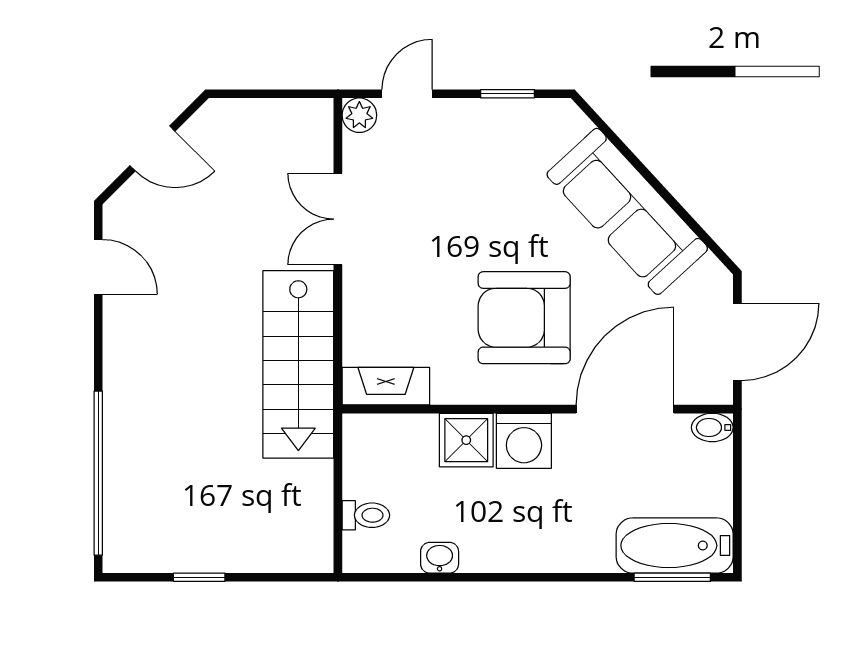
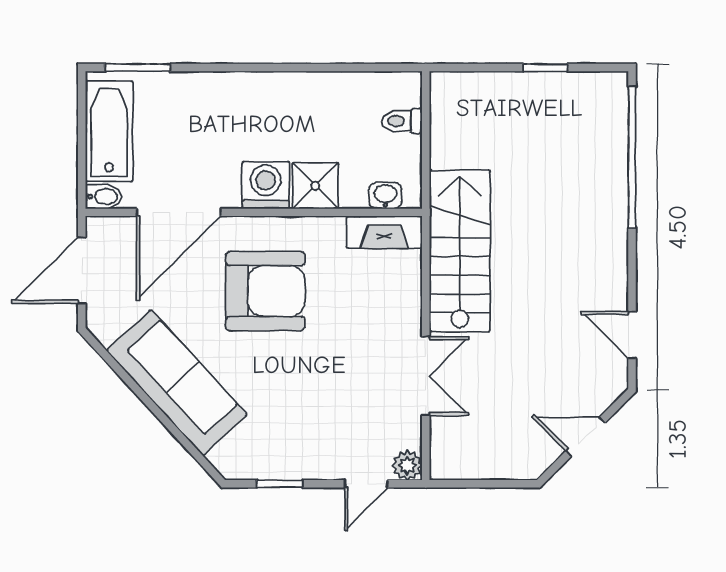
bathtub: (675, 545) -> (109, 131), moved, turned -90
washbasin: (440, 558) -> (385, 196), moved, turned 180

